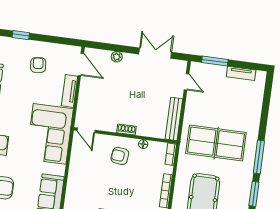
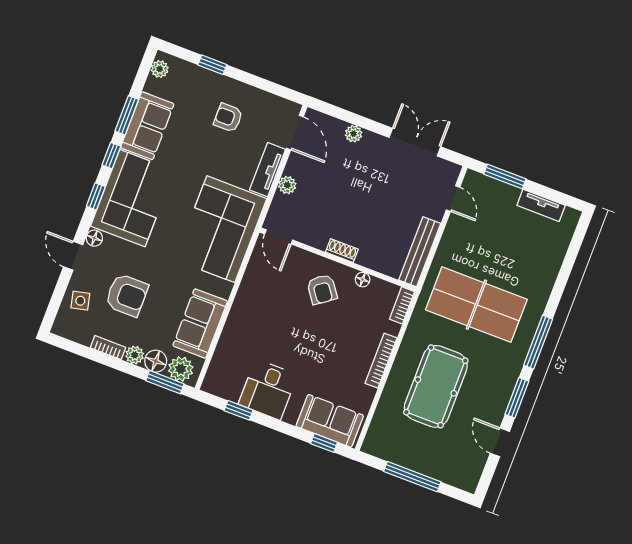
armchair: (38, 65) -> (228, 118), turned -84
plant: (84, 98) -> (287, 185), added
armchair: (120, 156) -> (322, 289), turned -133

